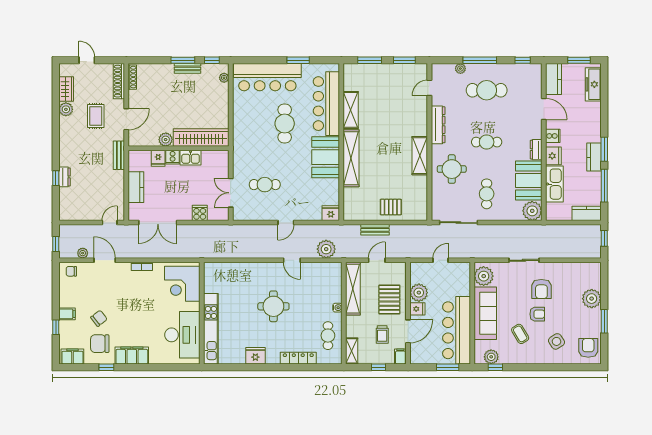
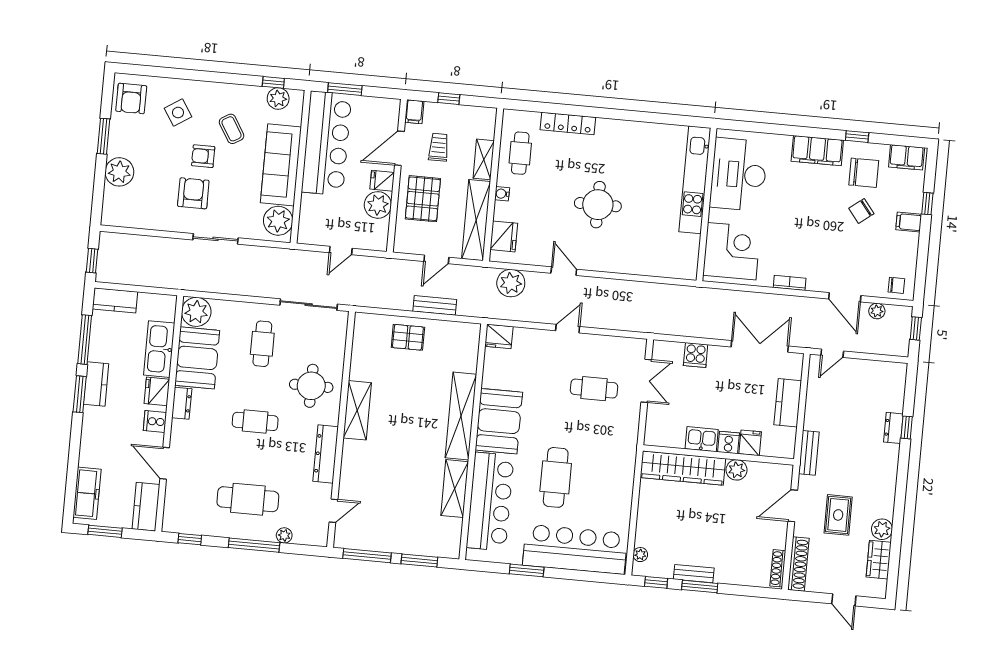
window: (404, 60) -> (367, 556), width x1.44
shelving: (352, 351) -> (484, 159), moved
fridge: (255, 356) -> (504, 236), moved, turned -90

